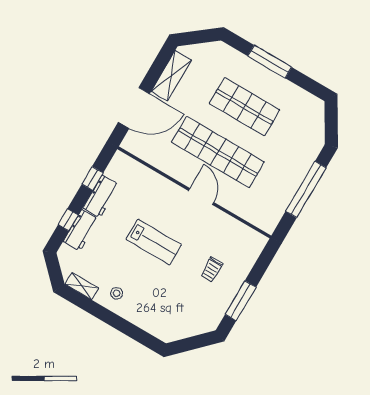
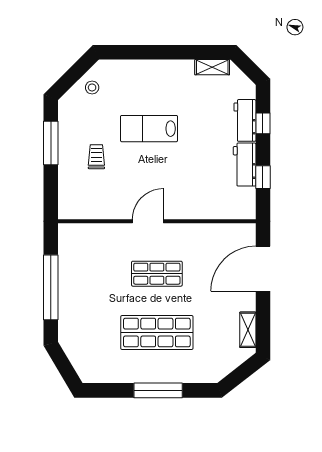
shelving: (171, 76) -> (248, 330), width x0.67, depth x0.75
shop shelf: (218, 152) -> (157, 274), width x0.50, depth x0.74
door: (201, 196) -> (148, 221), swing flipped
lab bench: (154, 242) -> (149, 129), moved
stool: (117, 293) -> (92, 87), moved

